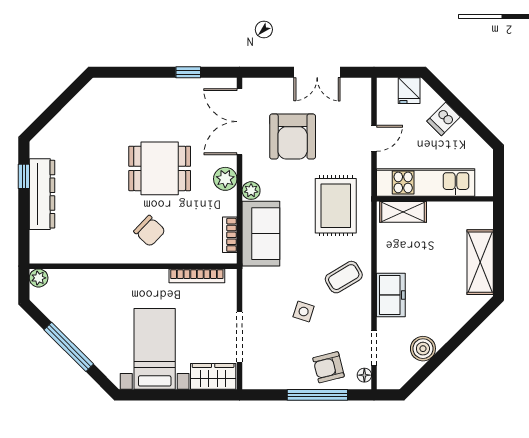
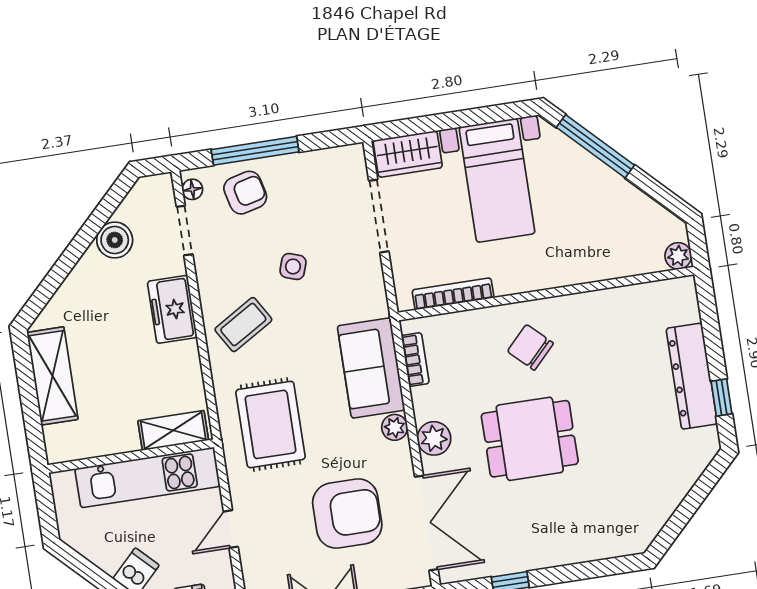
armchair: (293, 137) -> (347, 514), turned 90
window: (69, 347) -> (595, 146), moved

